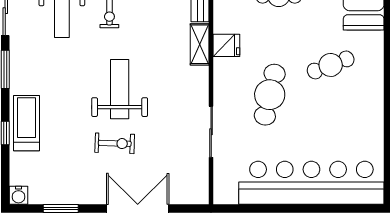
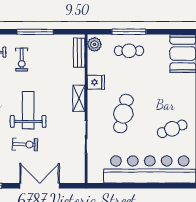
shelving: (200, 44) -> (79, 98), moved
cafe table: (331, 65) -> (172, 129), moved

